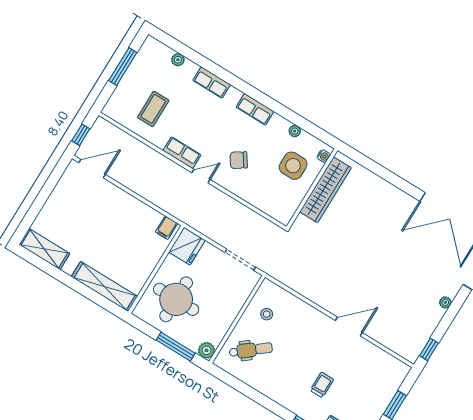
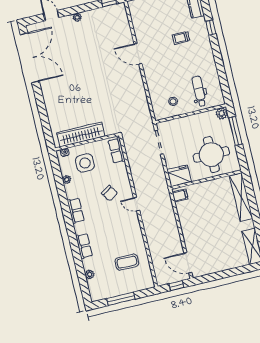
row of seats: (182, 153) -> (117, 150), moved
dental chair: (251, 350) -> (199, 91), turned 39

